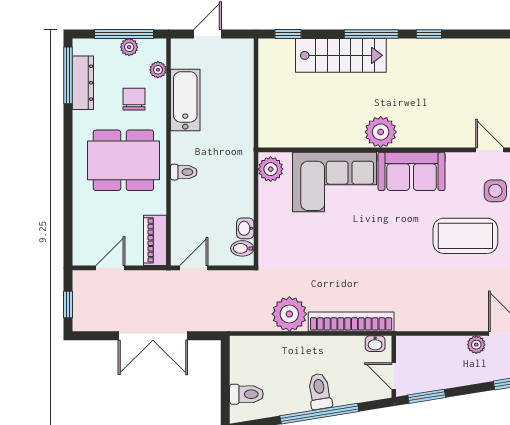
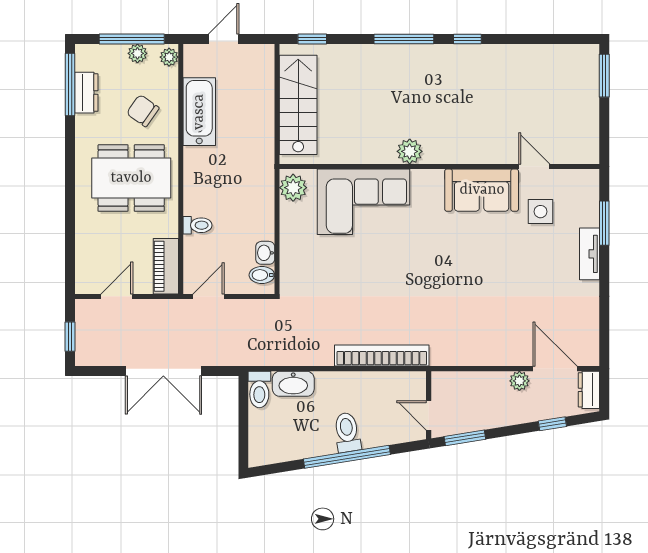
stairs: (341, 55) -> (298, 105), moved, turned -90
plant: (158, 70) -> (169, 57), moved
dresser: (83, 83) -> (86, 93), width x0.70
chair: (134, 99) -> (143, 111), turned -55
plant: (381, 132) -> (410, 151), width x0.73, depth x0.73
sofa: (411, 171) -> (482, 190), moved
toilet: (184, 172) -> (198, 225), moved
coffee table: (465, 236) -> (507, 261), removed
plant: (289, 314) -> (314, 347), removed
washbasin: (375, 344) -> (293, 384), moved, width x1.91, depth x1.45
toilet: (246, 394) -> (259, 389), moved, turned 90

